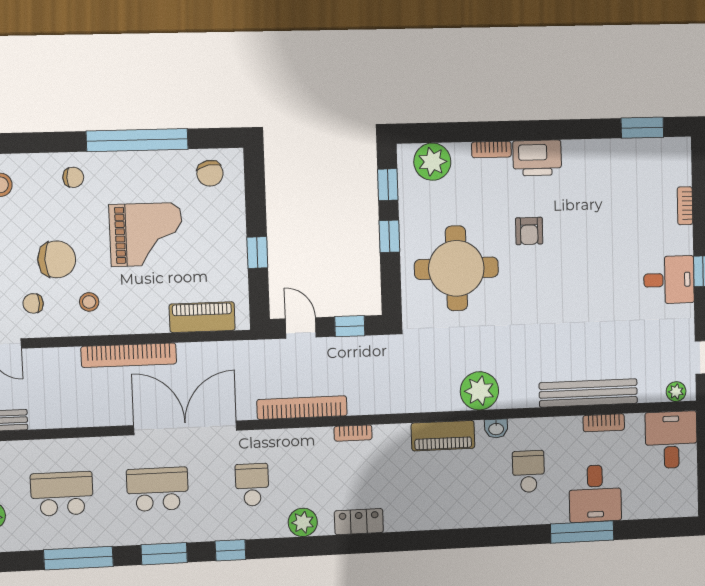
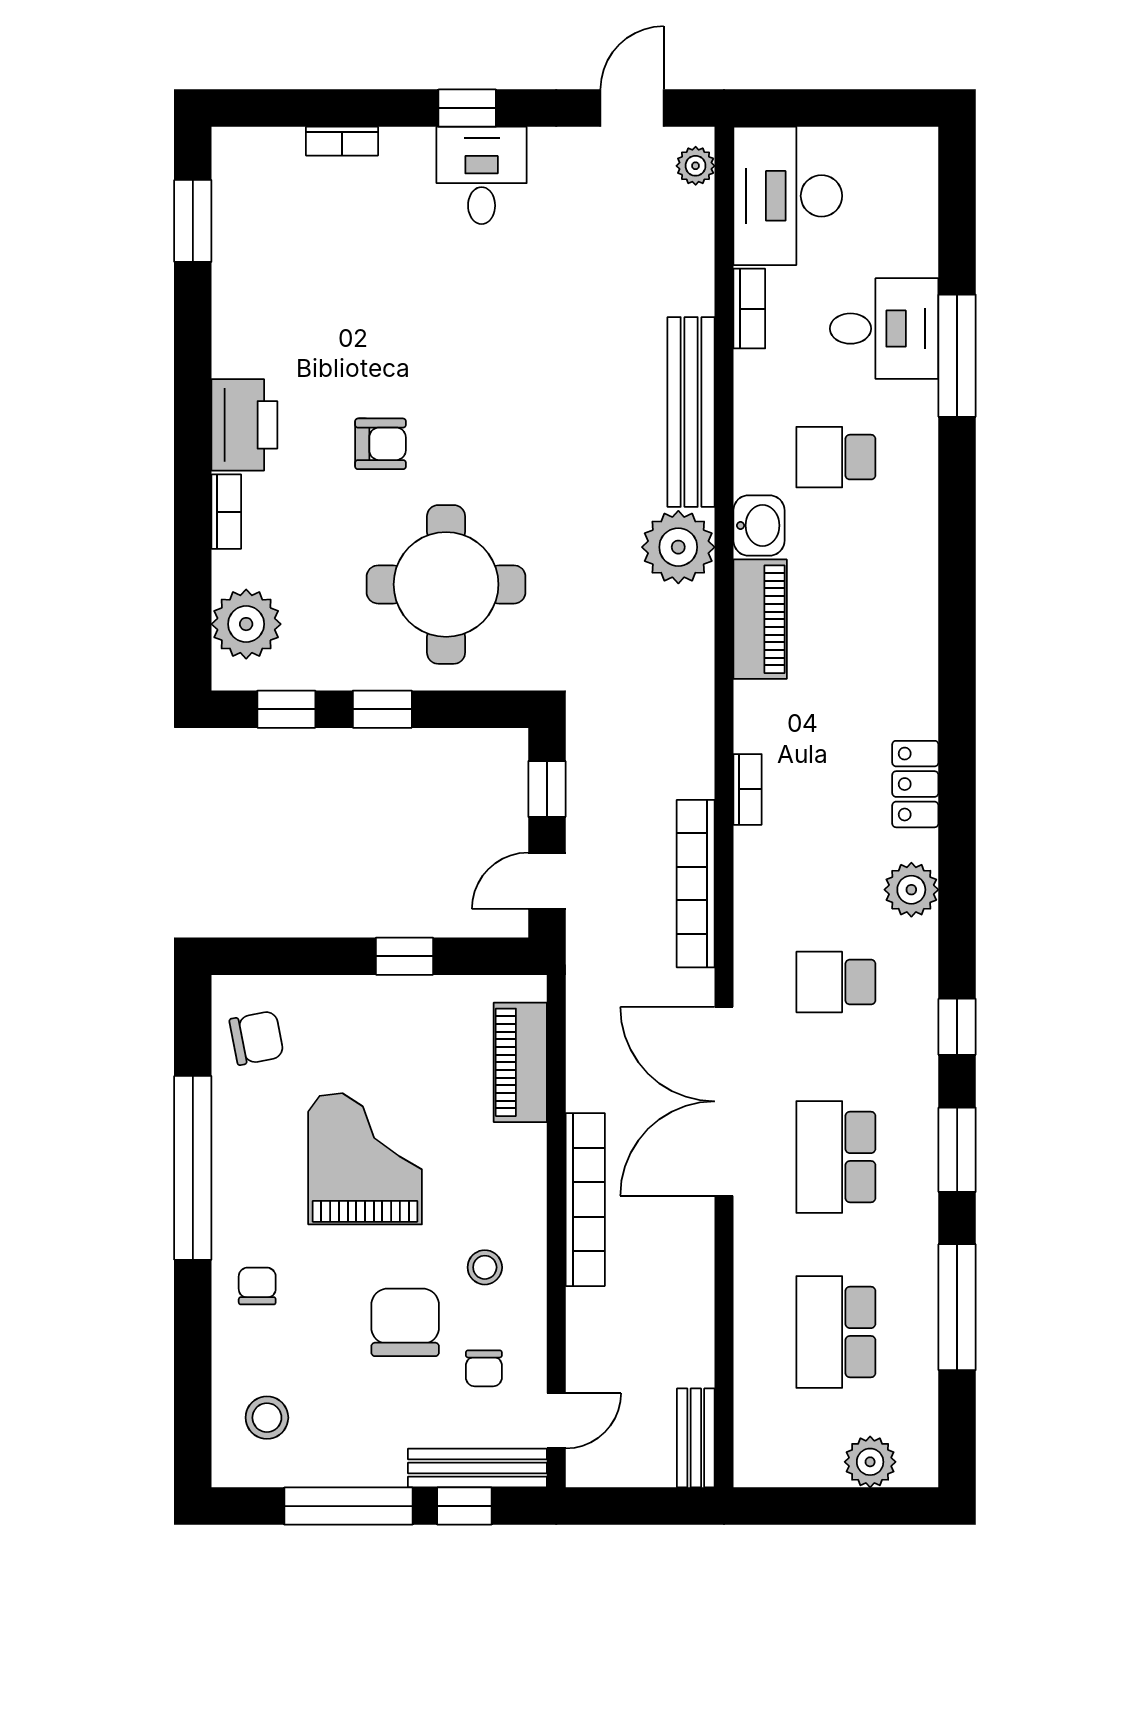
bench: (588, 393) -> (691, 412), moved
washbasin: (496, 429) -> (759, 525), width x1.38, depth x1.45
desk: (671, 440) -> (788, 196), width x1.37

